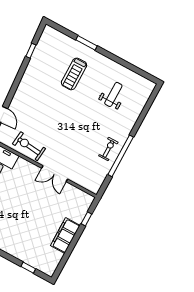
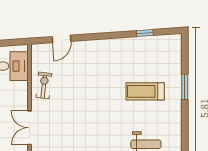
exercise bike: (29, 146) -> (44, 85), width x0.73, depth x0.72

